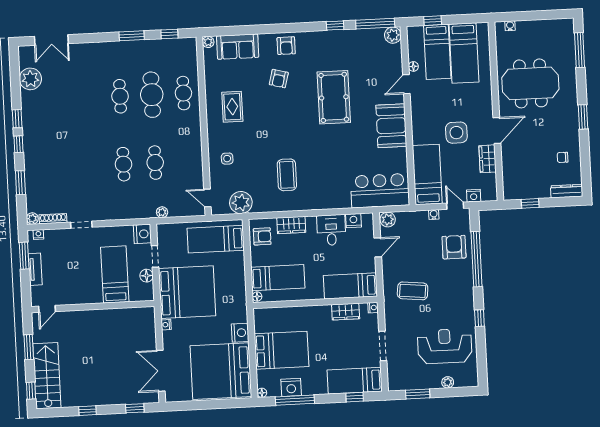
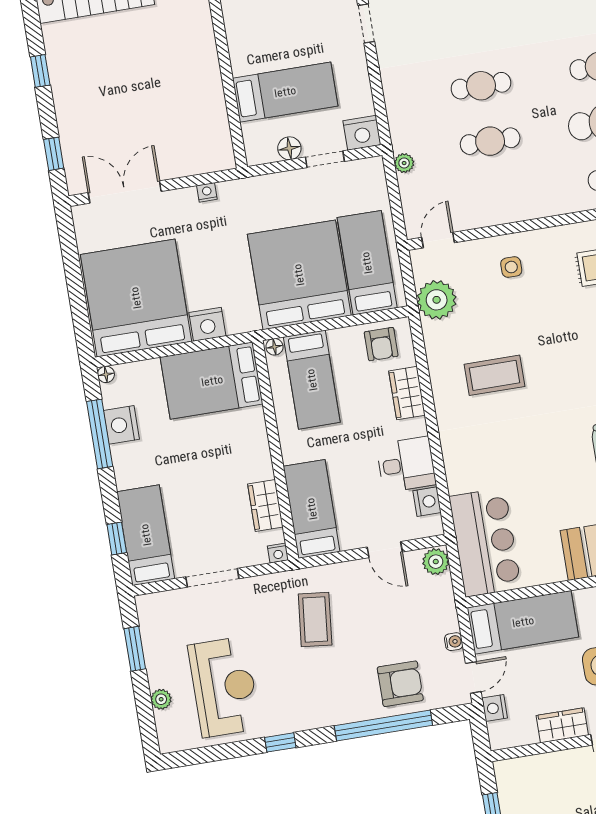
bed: (187, 292) -> (299, 275), moved, turned 180
bed: (281, 350) -> (212, 381), moved, turned 90

